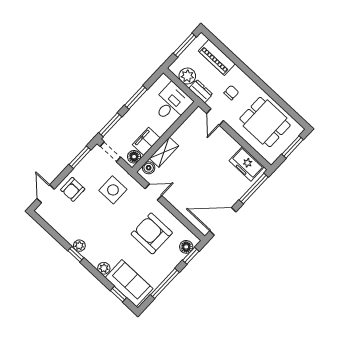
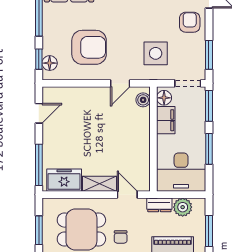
chair: (231, 93) -> (121, 237), moved
desk: (172, 103) -> (181, 172), width x1.37
shelving: (164, 152) -> (100, 184), moved, turned 90
door: (223, 221) -> (39, 113), width x0.53

